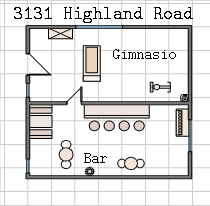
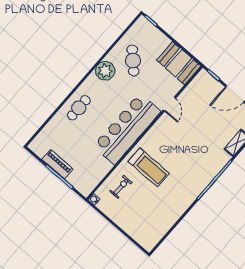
treadmill: (92, 63) -> (149, 167), moved
piano: (183, 123) -> (57, 164), moved
cafe table: (66, 154) -> (133, 61), turned 45
plant: (90, 172) -> (105, 71), width x1.88, depth x1.88

